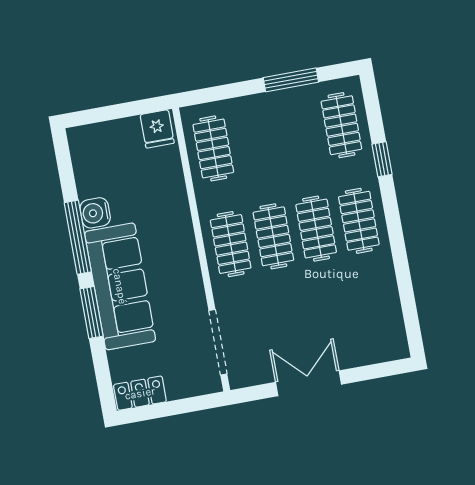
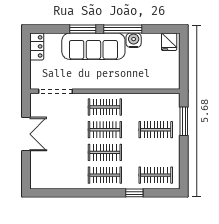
window: (291, 80) -> (184, 121), moved
fridge: (157, 129) -> (169, 42), moved, turned -90
clothes rail: (213, 148) -> (156, 130), moved

